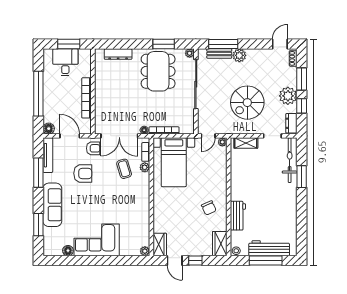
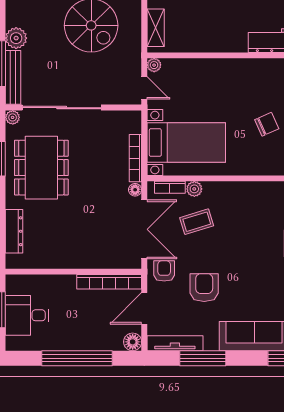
bench: (219, 54) -> (13, 77), width x1.36
dining table: (158, 71) -> (41, 168), turned 90
bookcase: (86, 98) -> (109, 282), moved
chair: (209, 208) -> (267, 124), moved

